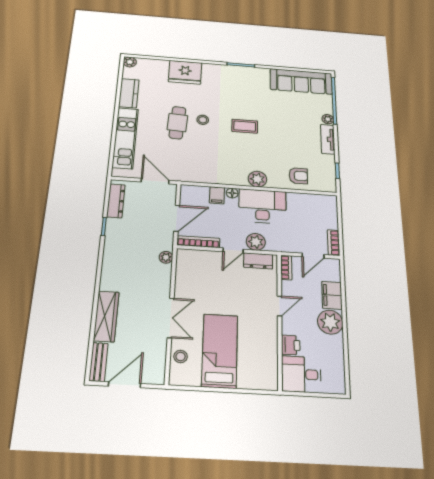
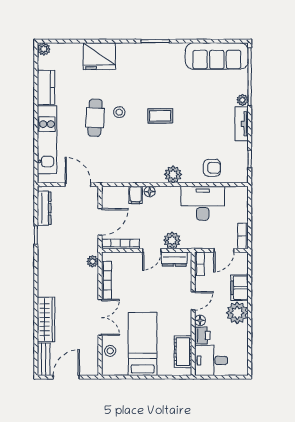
desk: (262, 206) -> (203, 203), moved
bookcase: (180, 278) -> (106, 280), added
floor lamp: (288, 328) -> (200, 320), added
cot: (268, 362) -> (183, 352), added

